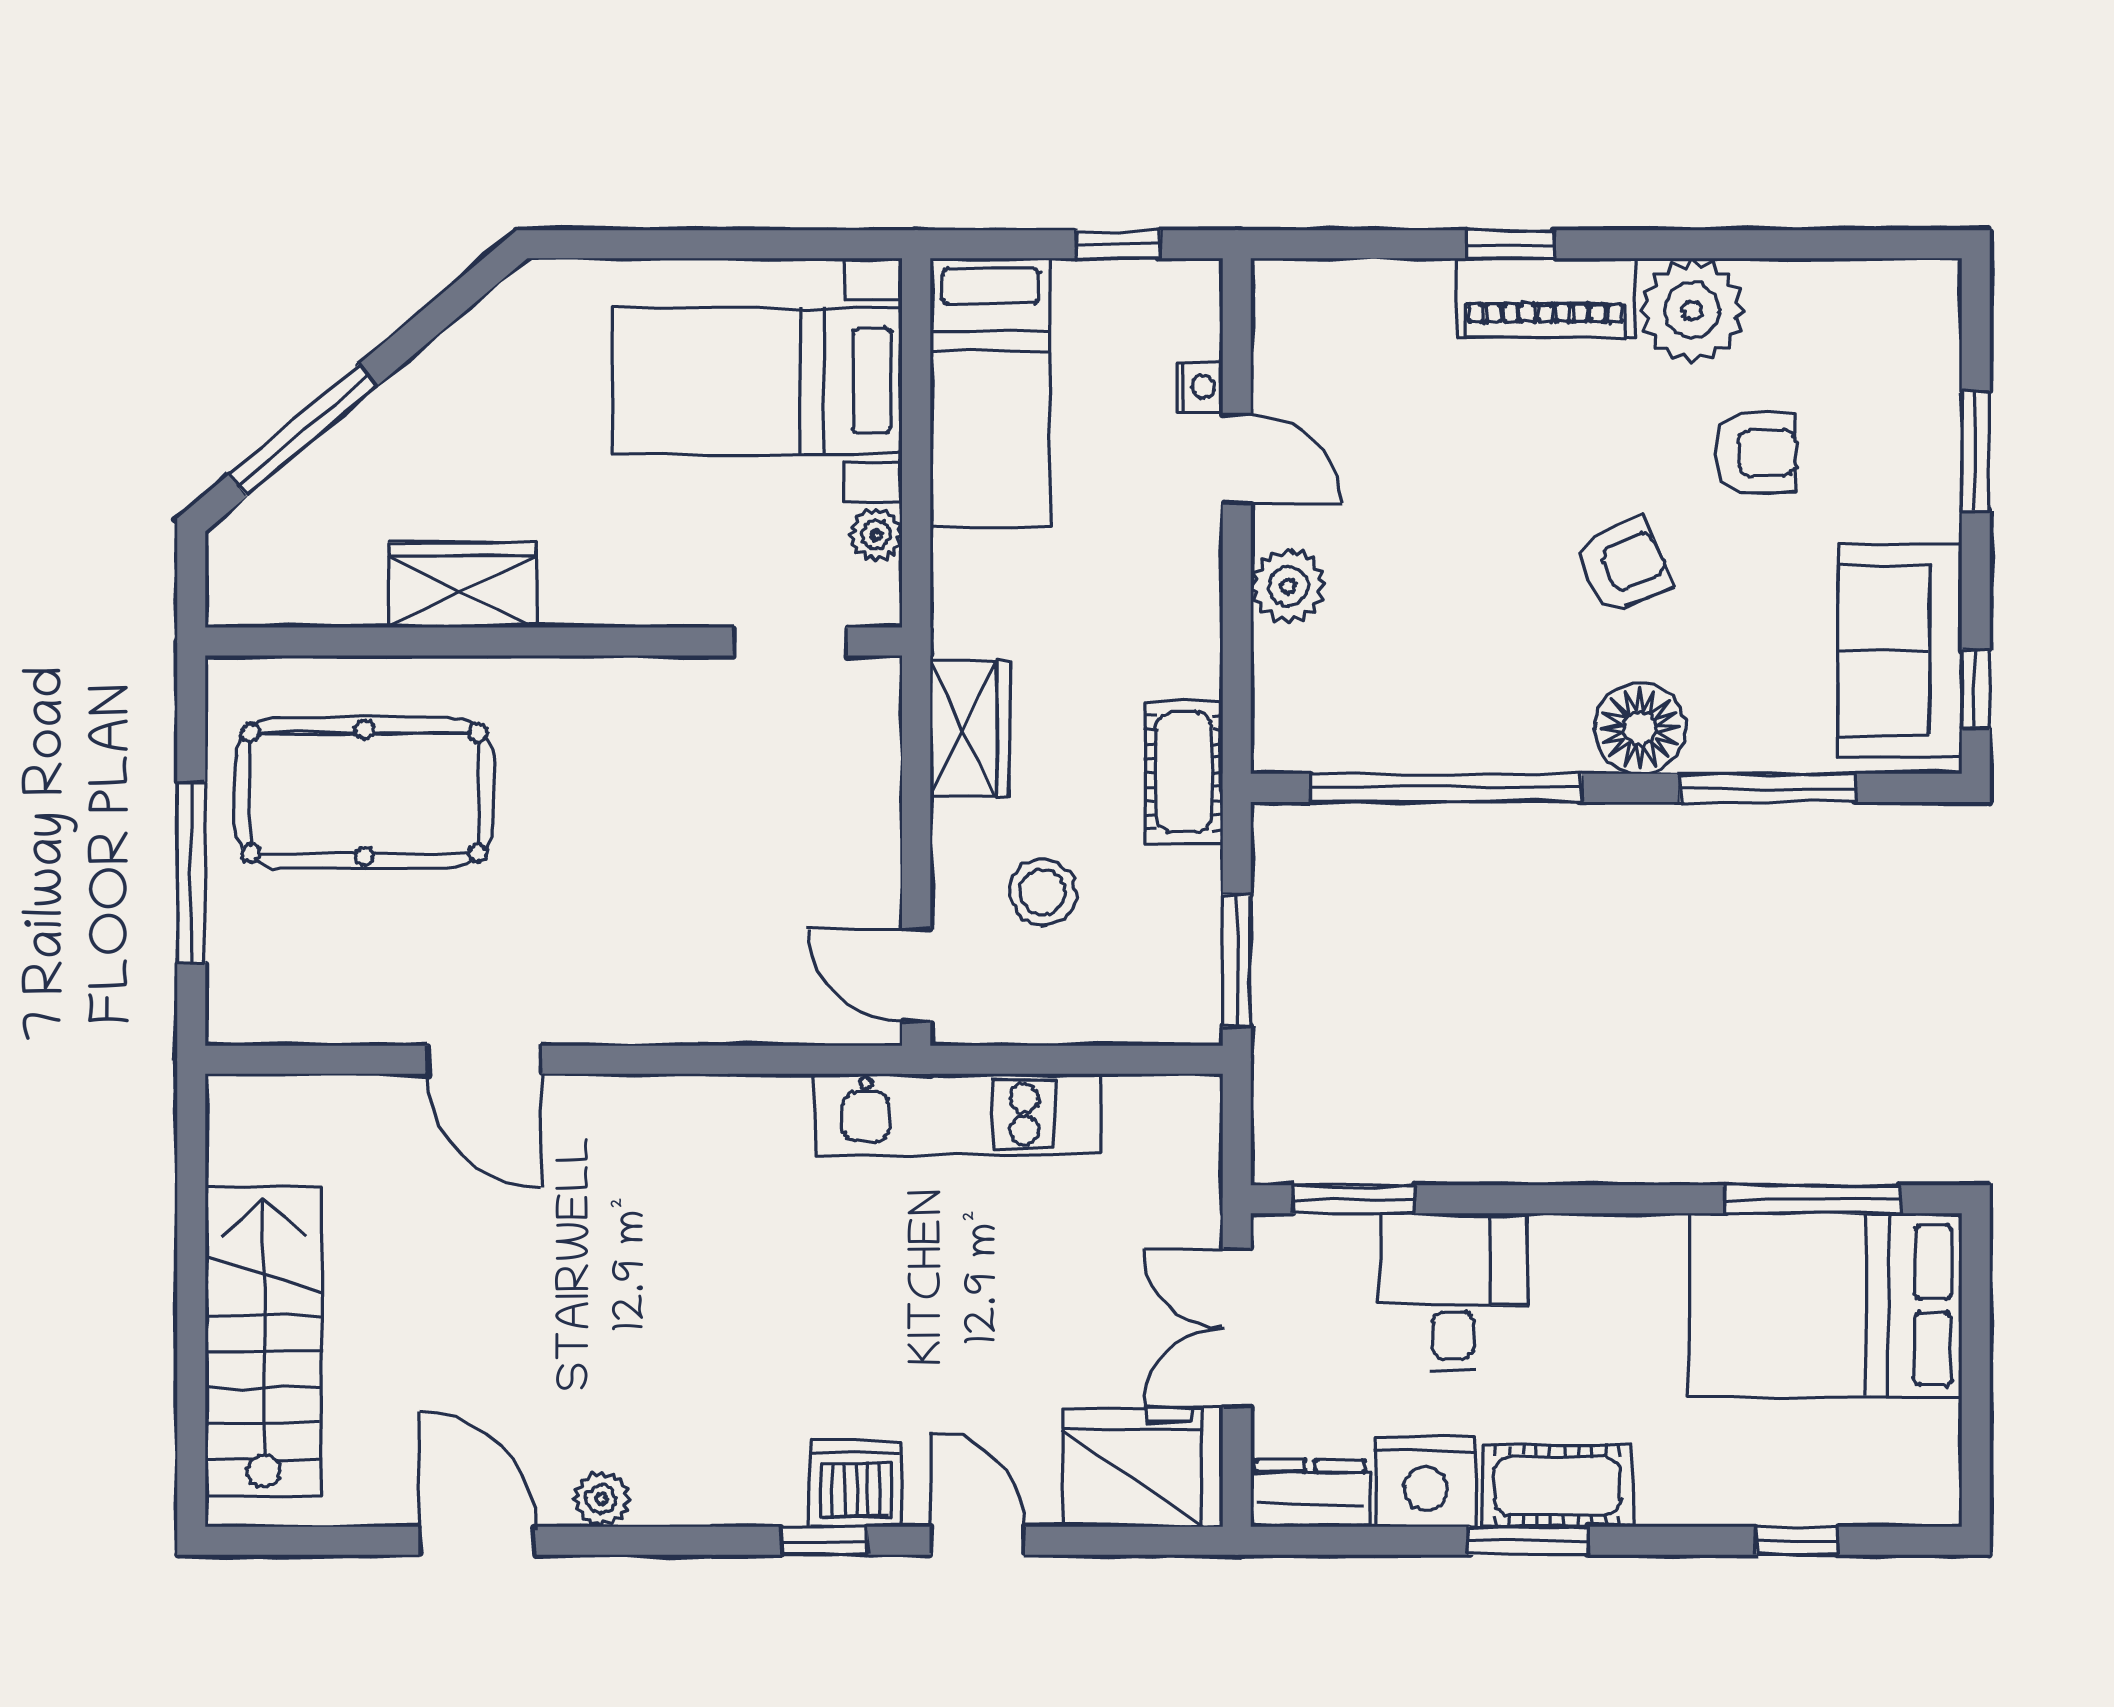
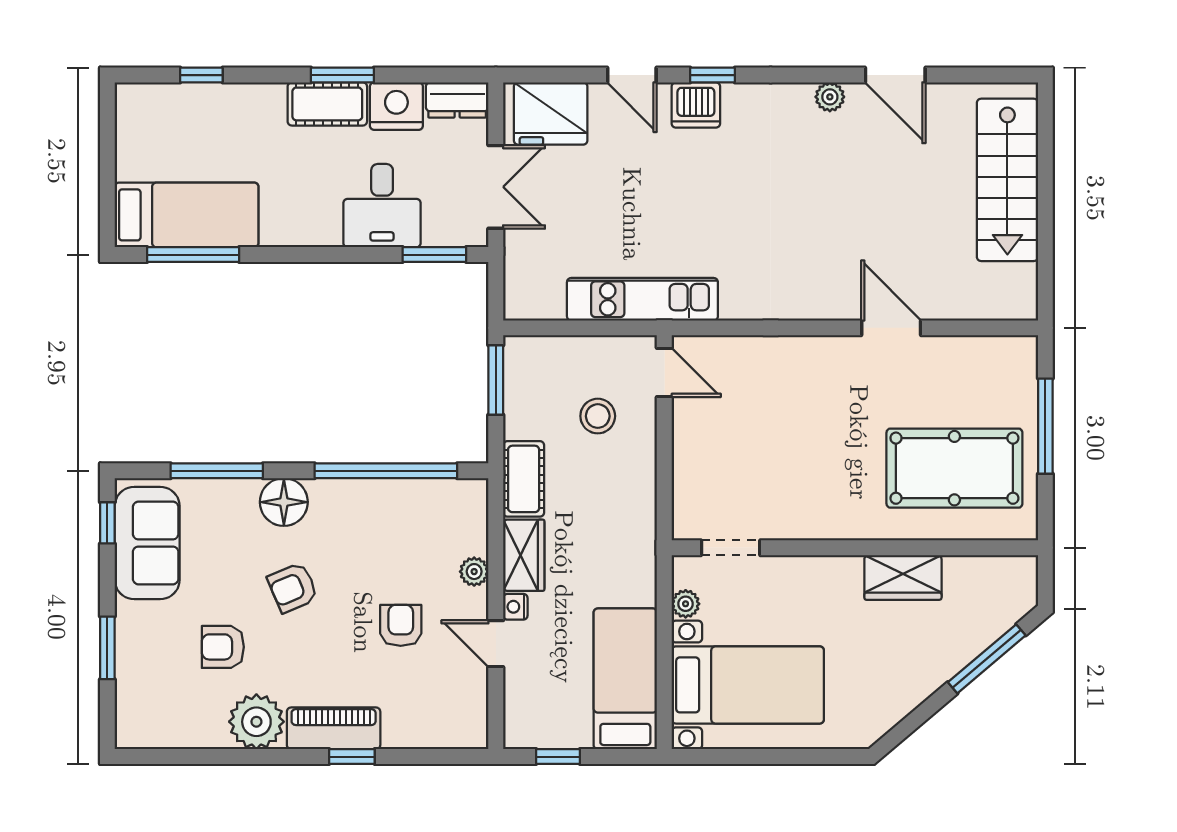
nightstand: (1200, 387) -> (515, 607), moved
armchair: (1418, 494) -> (401, 625), added
plant: (1288, 586) -> (474, 572), width x0.73, depth x0.73
wardrobe: (969, 729) -> (524, 555), moved, turned 180
bed: (1825, 1305) -> (187, 215), width x0.67

